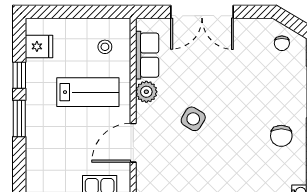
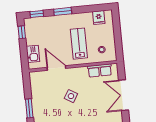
window: (19, 75) -> (37, 14), moved
lab bench: (88, 92) -> (79, 44), turned 180
plant: (146, 92) -> (82, 72), removed

